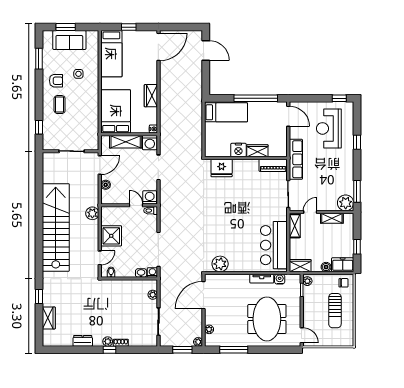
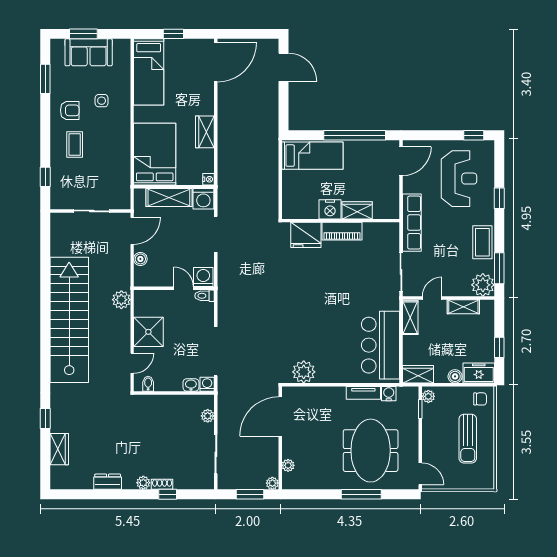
door: (288, 116) -> (401, 161), hinge flipped
reception desk: (329, 128) -> (459, 179), turned 180
piano: (273, 165) -> (342, 231), moved
coffee table: (345, 173) -> (482, 242), added
window: (109, 350) -> (168, 494), moved
window: (234, 350) -> (361, 494), moved

